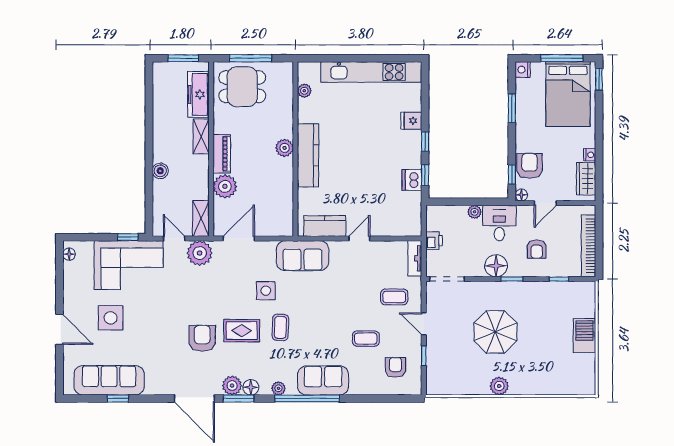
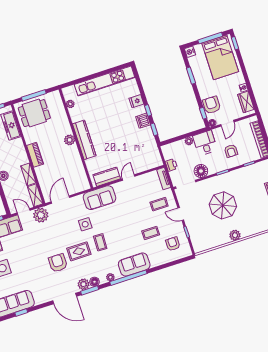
shelving: (201, 136) -> (28, 174), moved
dishwasher: (412, 180) -> (143, 121), moved
plant: (225, 186) -> (43, 173), removed
floor lamp: (496, 266) -> (201, 171), moved

